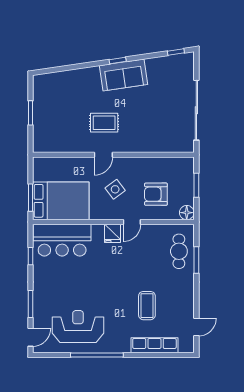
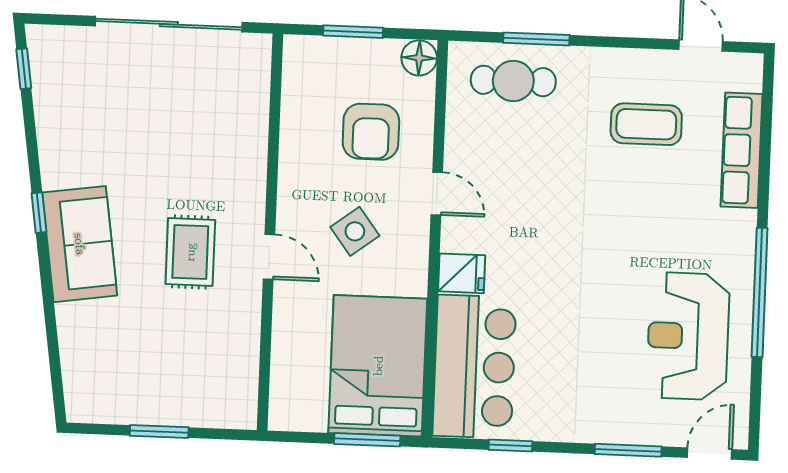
sofa: (124, 75) -> (80, 244), moved
fridge: (112, 233) -> (462, 273), moved
coffee table: (147, 306) -> (646, 124), moved
door: (31, 337) -> (710, 454), hinge flipped

